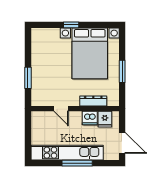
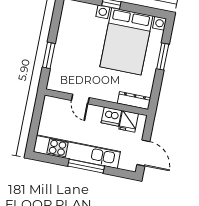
window: (122, 71) -> (163, 56), moved
dresser: (93, 101) -> (134, 100), moved

